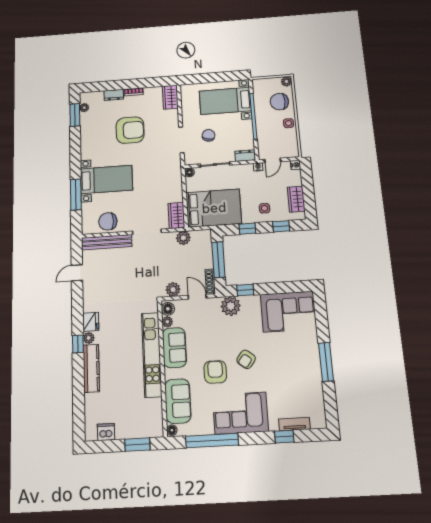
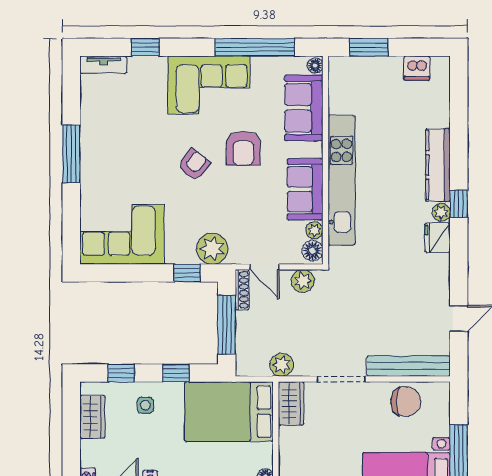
tv unit: (294, 424) -> (103, 65), moved

